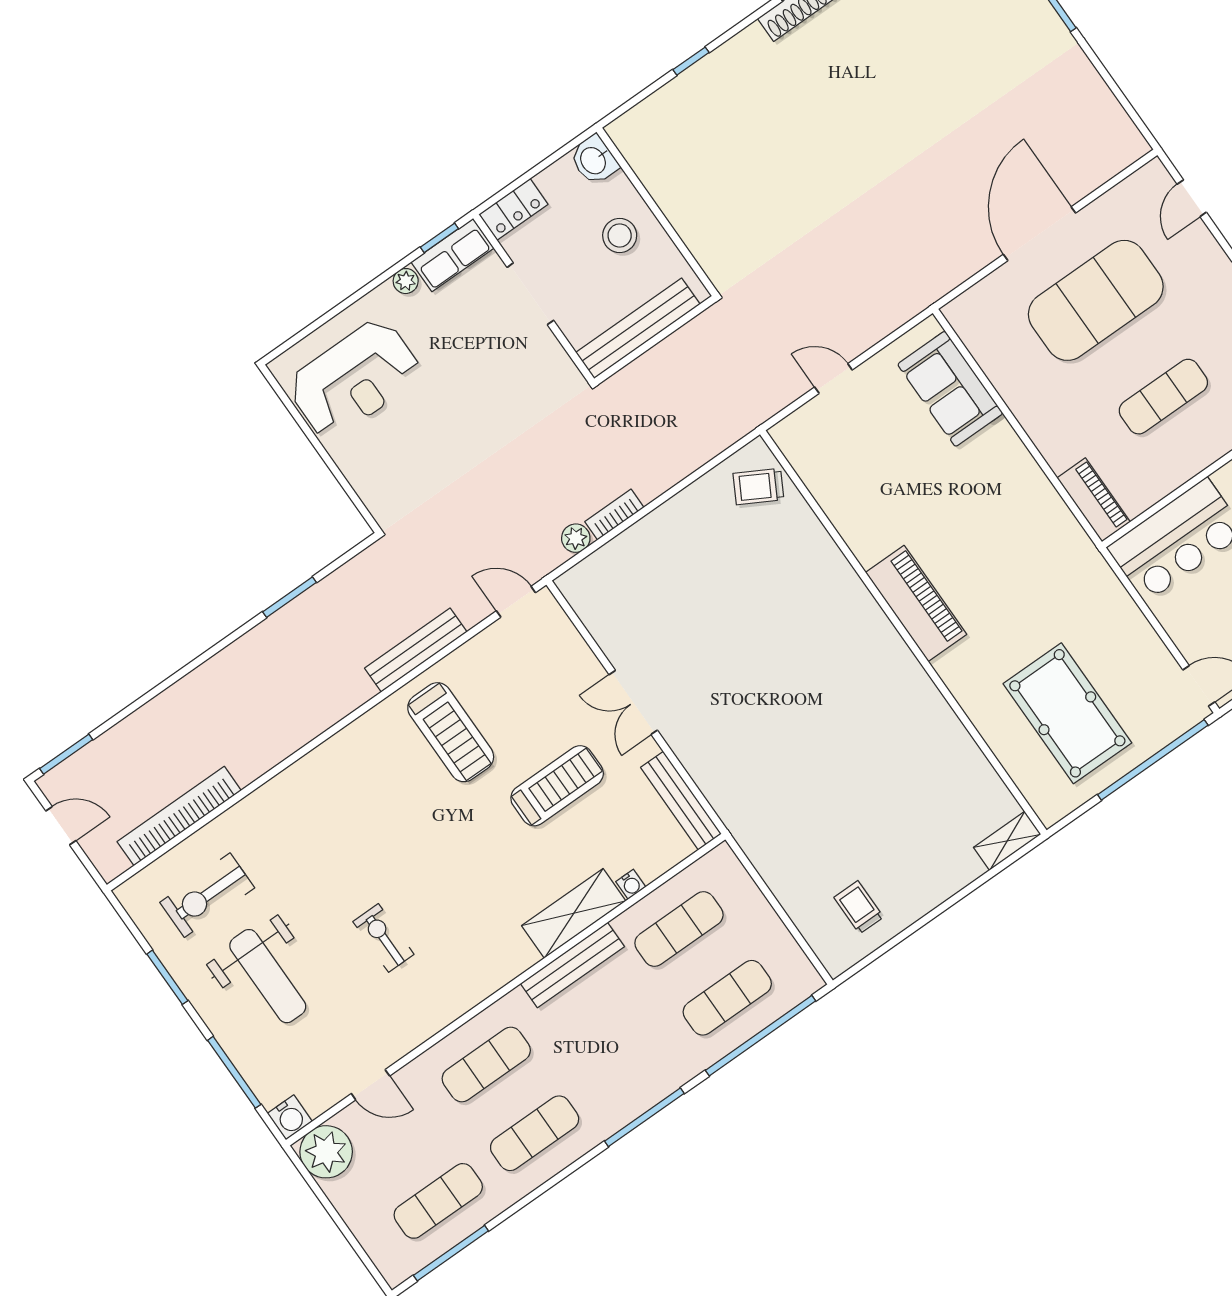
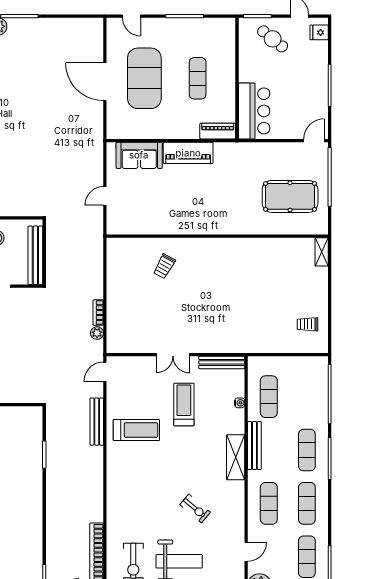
trolley: (758, 487) -> (164, 266), moved
piano: (916, 603) -> (188, 153), moved, turned 180
shelving: (574, 913) -> (236, 457), moved
exercise bike: (383, 938) -> (195, 509), turned -140
exercise mat: (727, 998) -> (307, 450), moved

